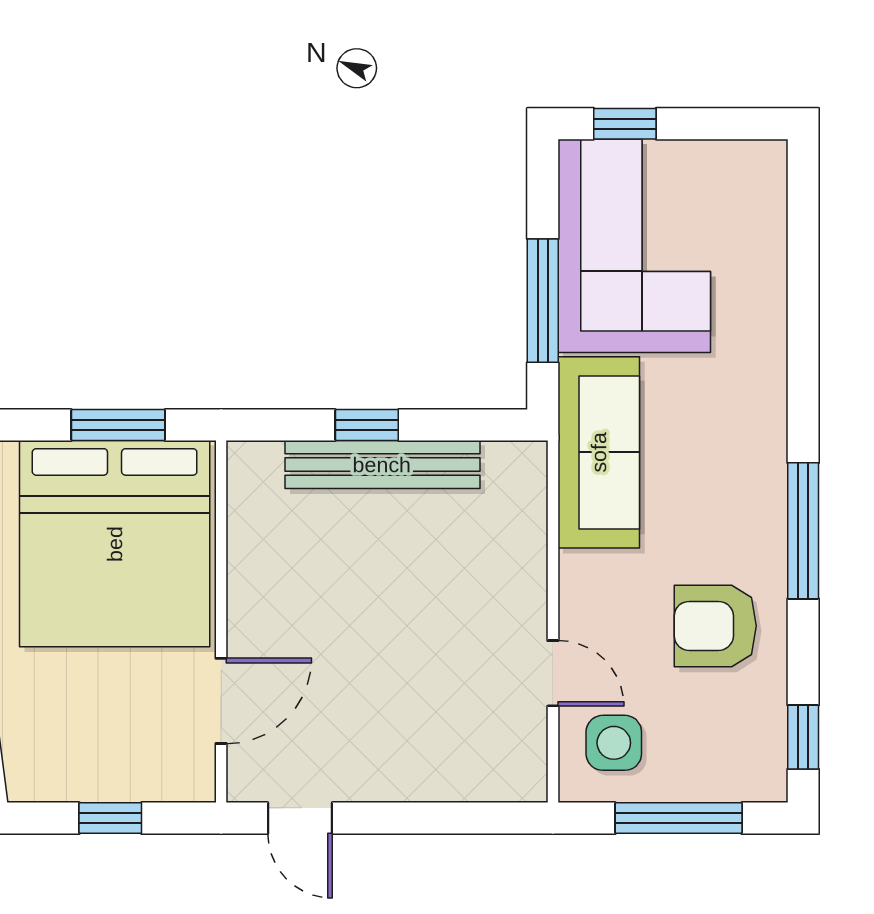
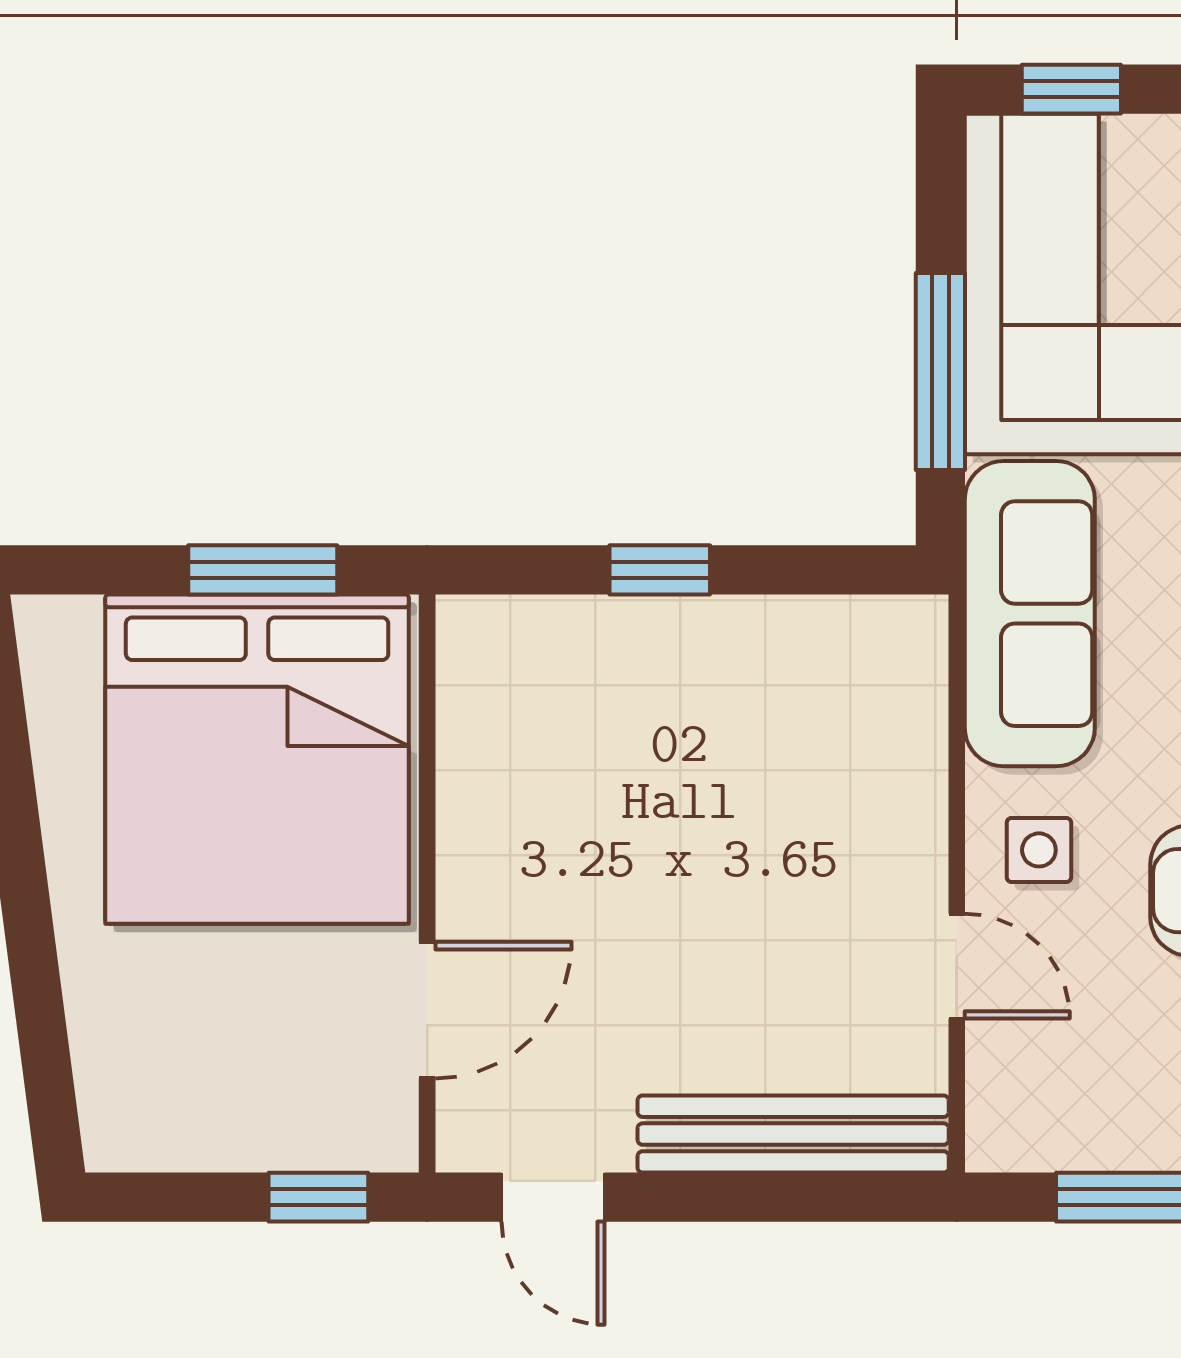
bench: (382, 465) -> (793, 1134), moved
side table: (614, 743) -> (1039, 850), moved, width x0.73, depth x0.73
window: (110, 818) -> (318, 1197), moved

